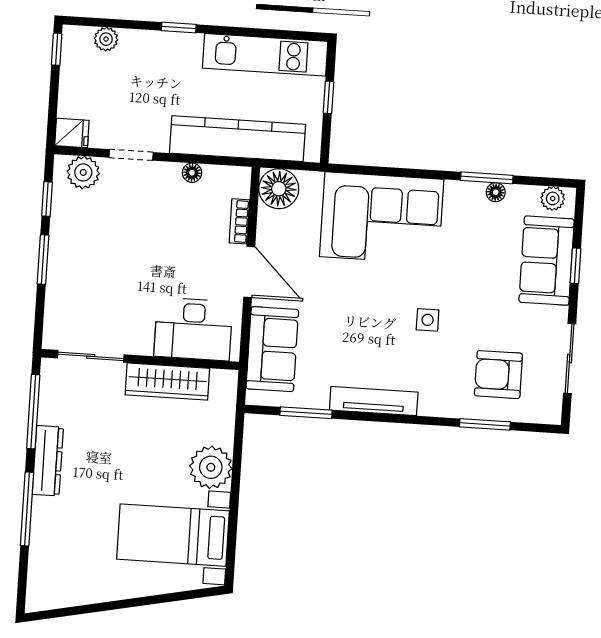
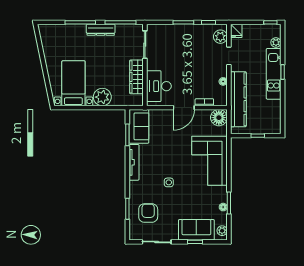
kitchen unit: (265, 55) -> (274, 74), moved
sofa: (272, 349) -> (139, 126), moved, turned -90

